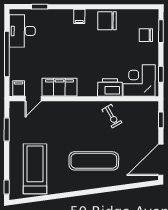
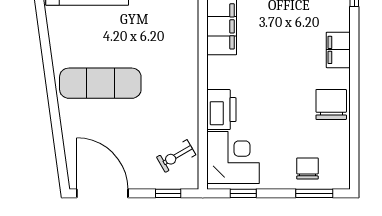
filing cabinet: (79, 16) -> (338, 50), width x2.00
exercise bike: (112, 116) -> (176, 156), moved
exercise mat: (94, 161) -> (100, 83), turned 90

